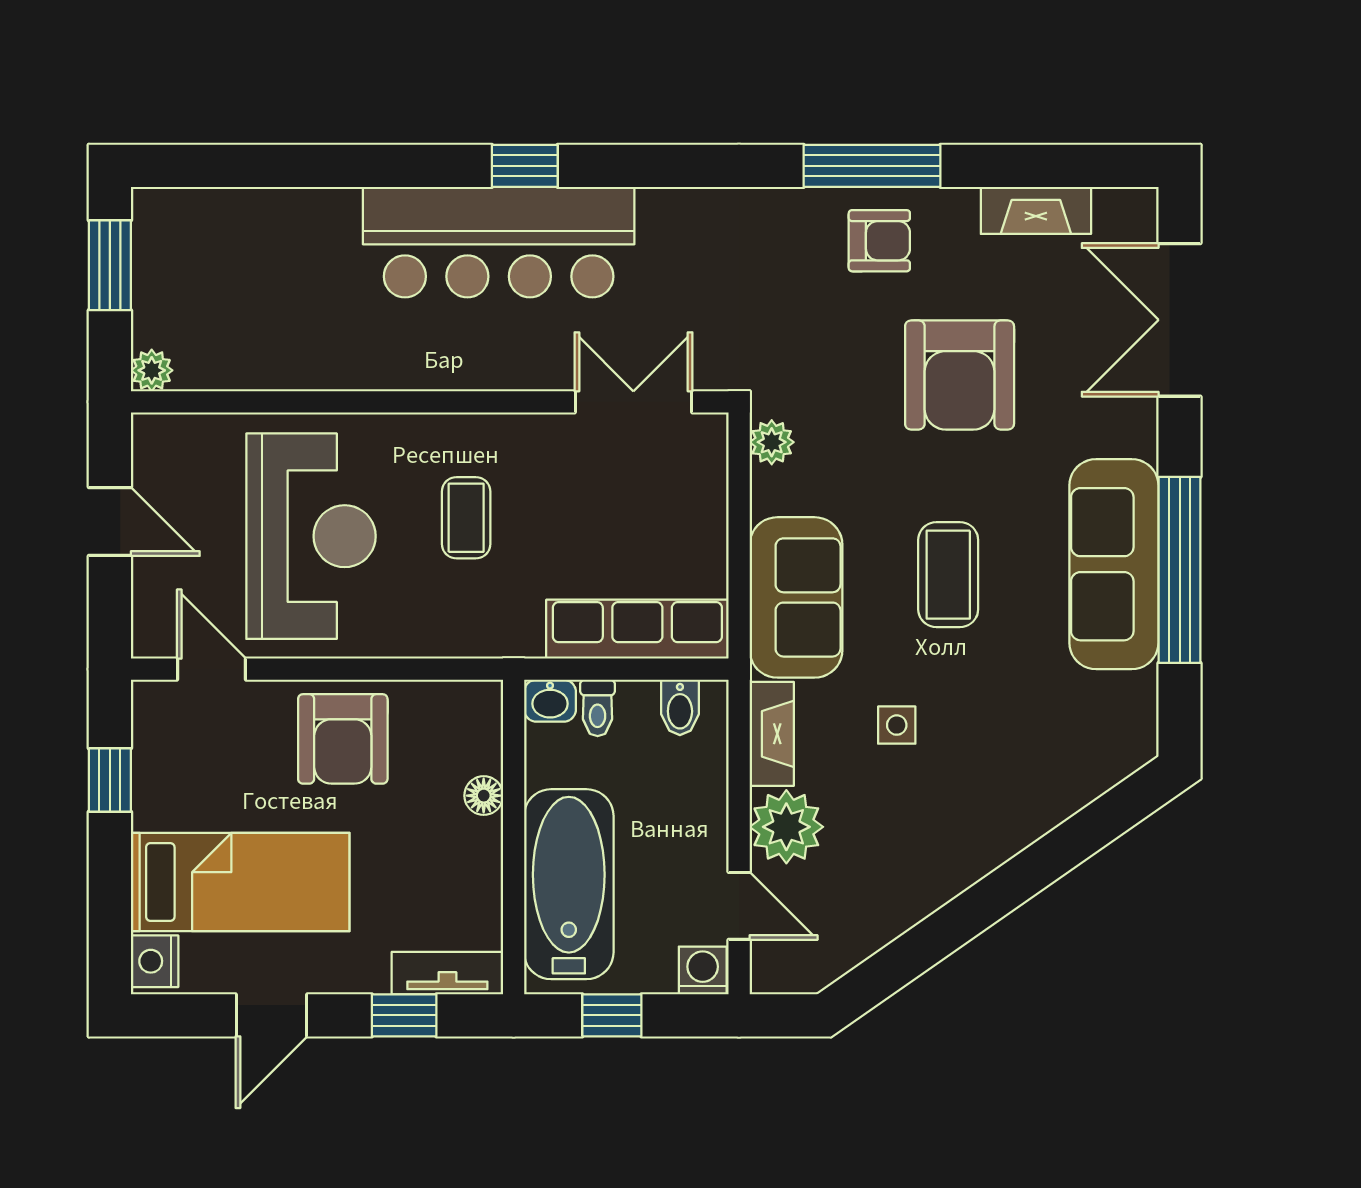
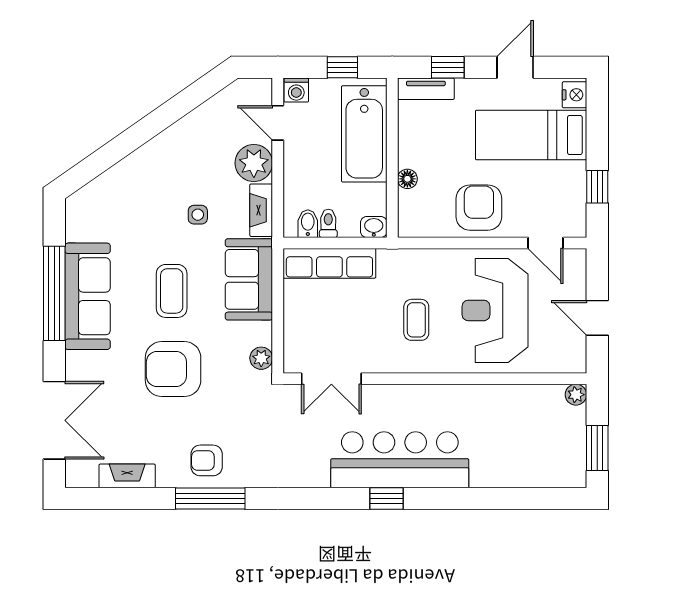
armchair: (960, 375) -> (173, 369), moved, turned -90
toilet: (598, 708) -> (328, 223), moved

